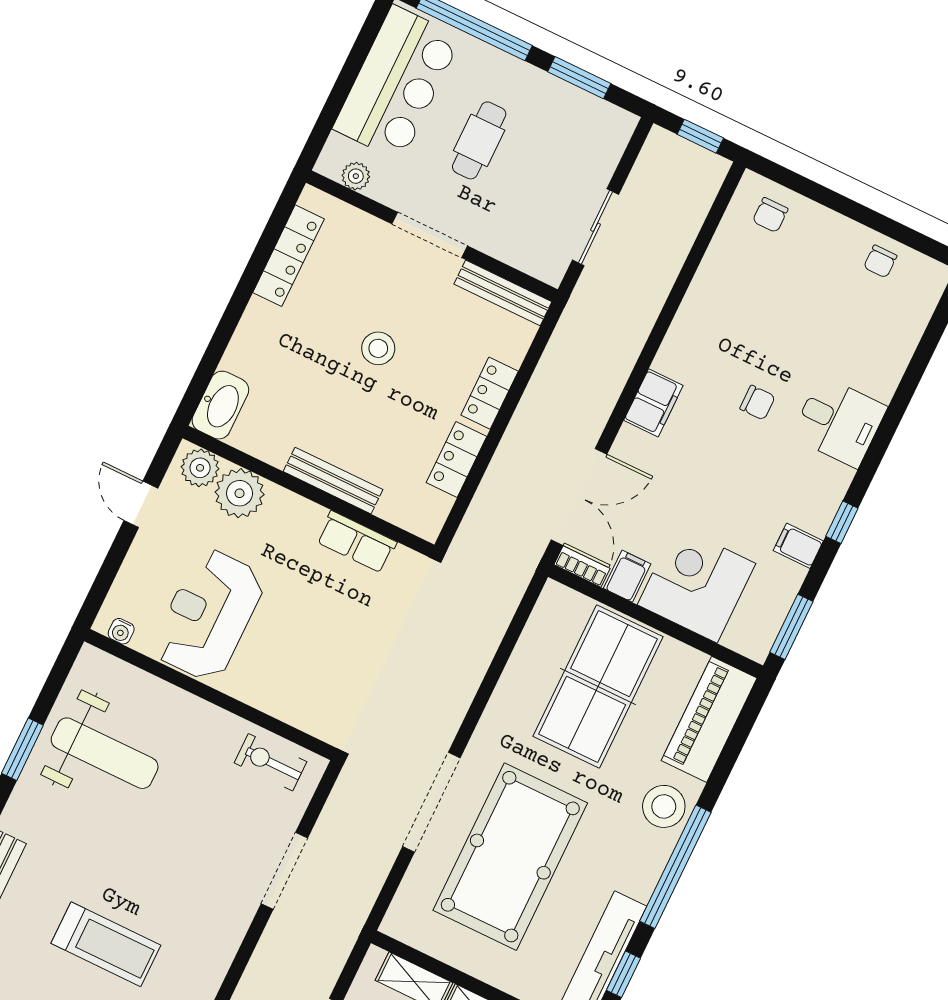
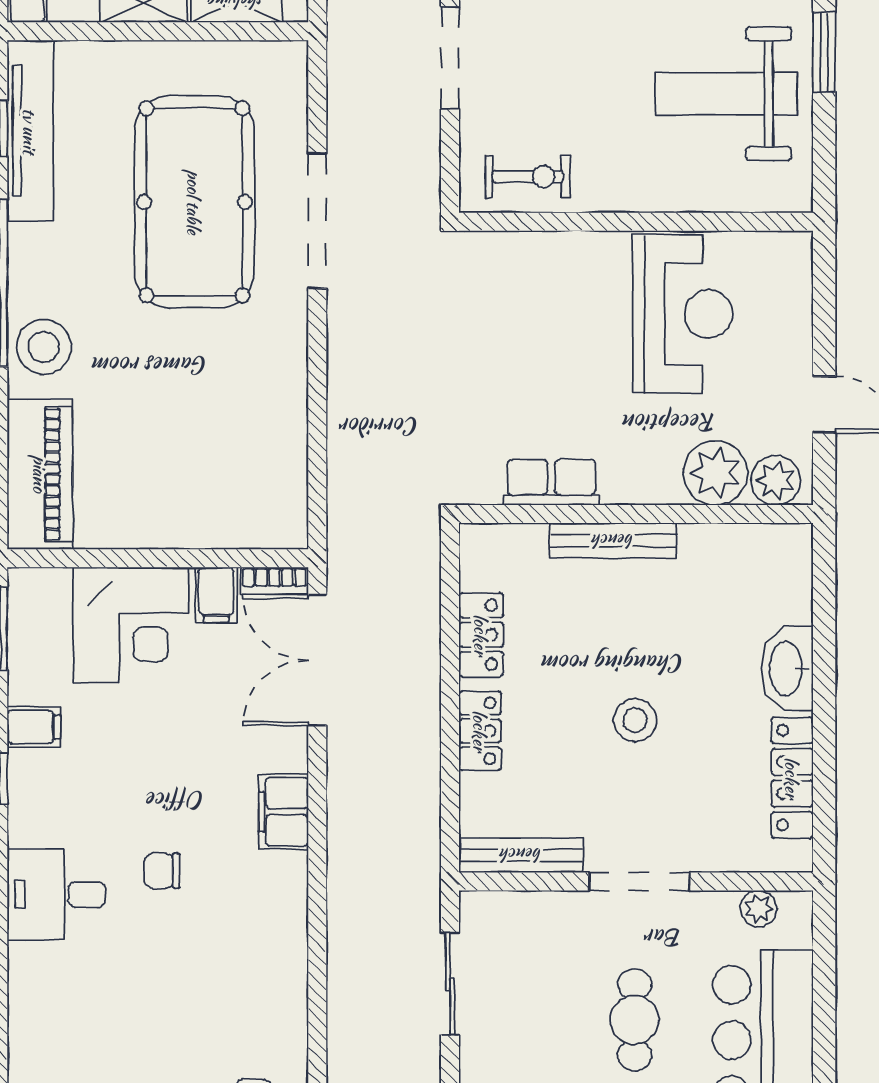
washbasin: (220, 405) -> (787, 669), moved
water cooler: (121, 631) -> (776, 245), removed
table tennis table: (598, 687) -> (188, 450), removed

